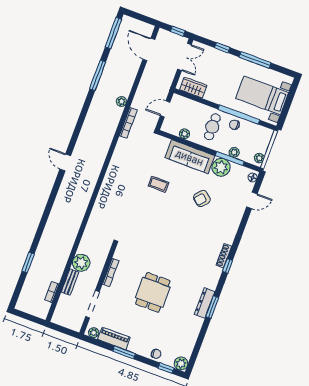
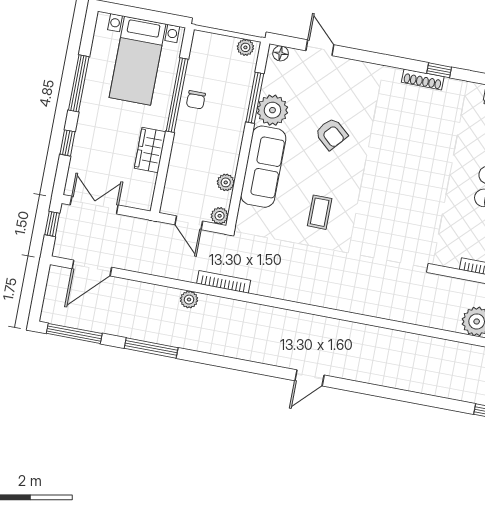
wardrobe: (193, 88) -> (150, 150), moved
cafe table: (212, 127) -> (206, 137), removed
plant: (234, 152) -> (220, 216), moved

